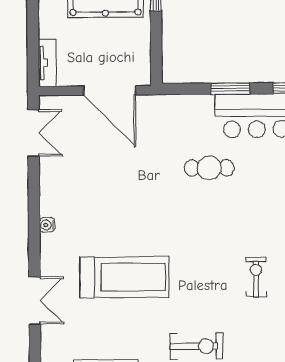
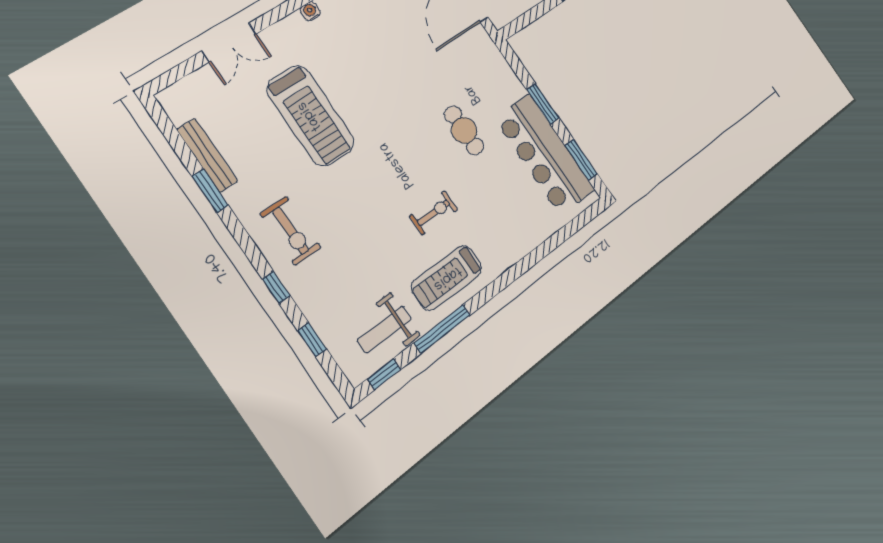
exercise bike: (256, 277) -> (434, 213), moved

